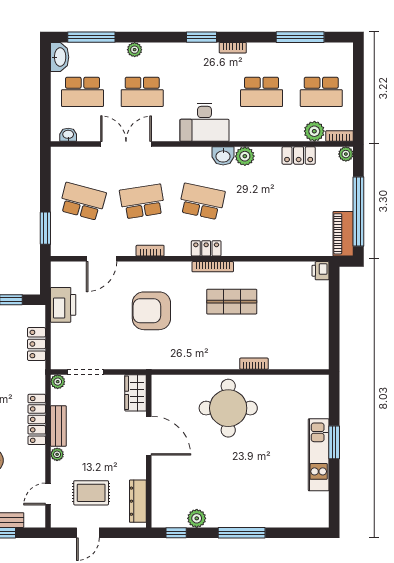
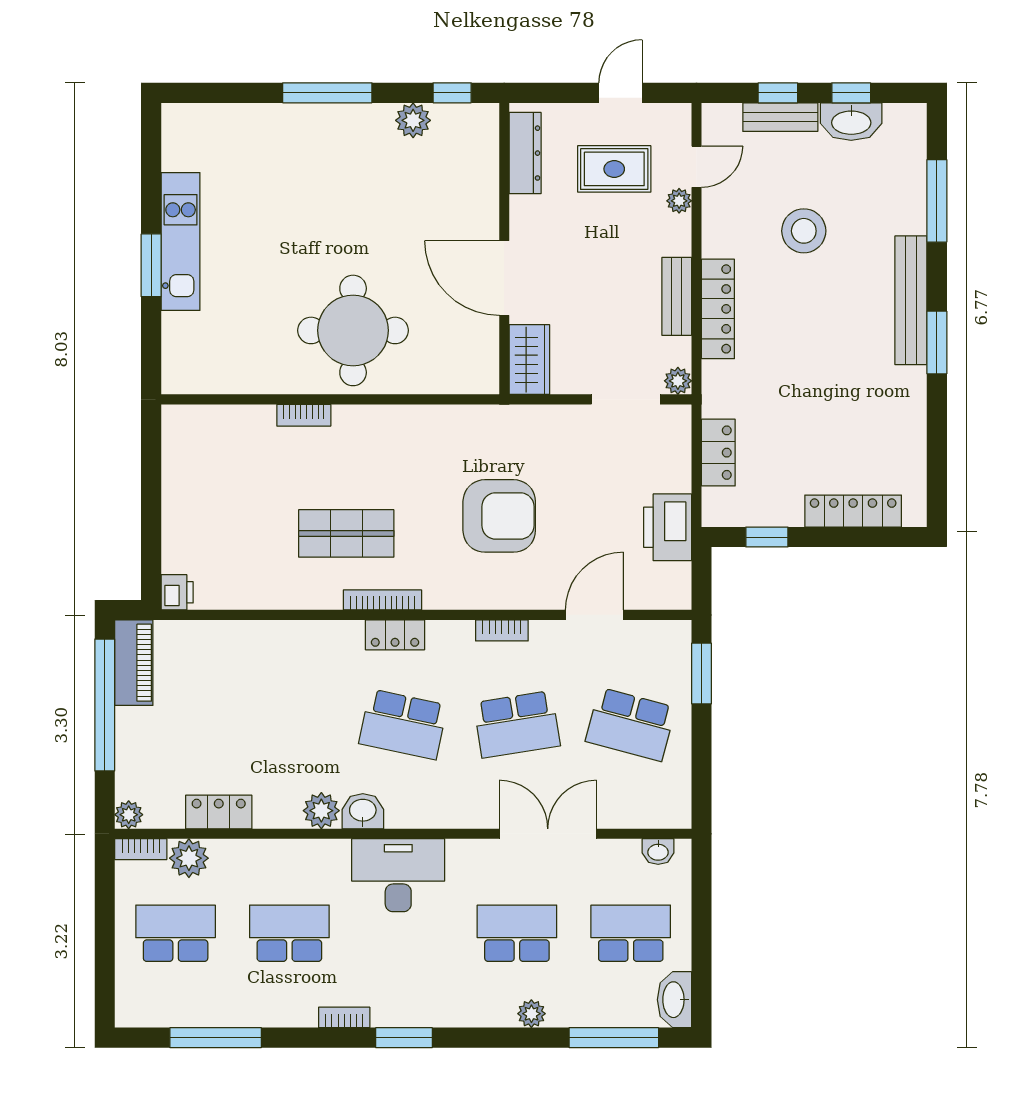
double door: (126, 144) -> (548, 834), swing flipped
plant: (57, 454) -> (679, 201), moved

